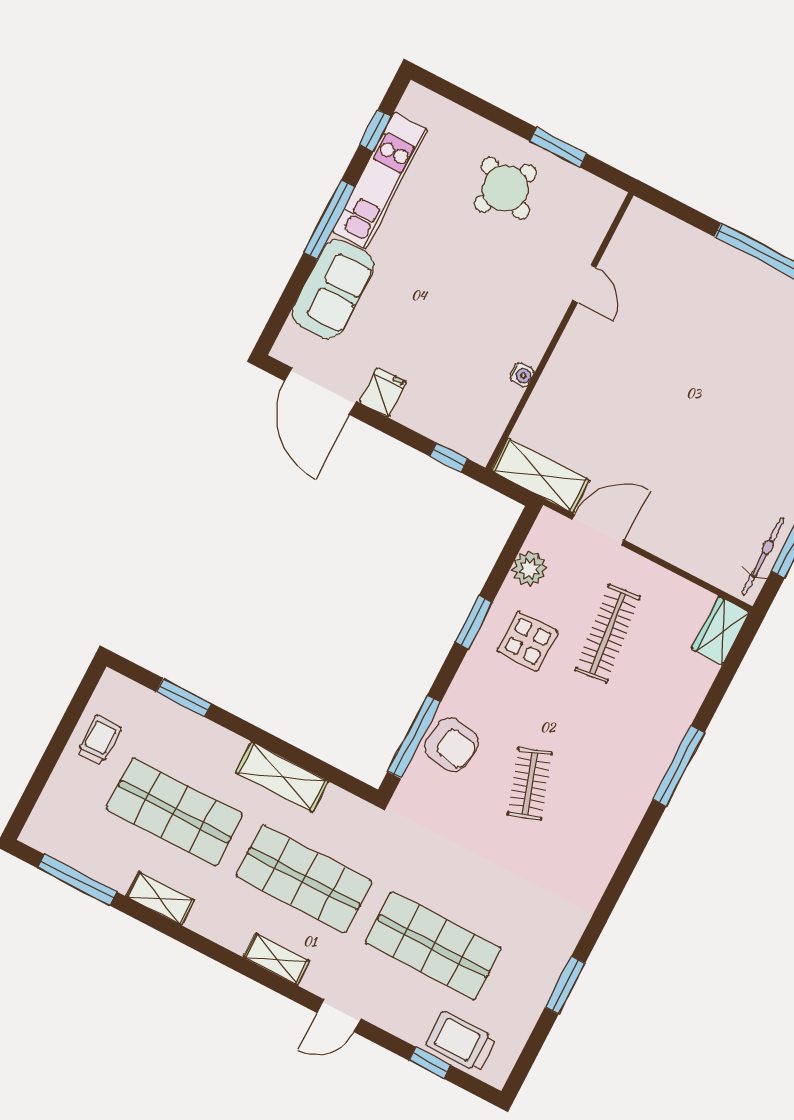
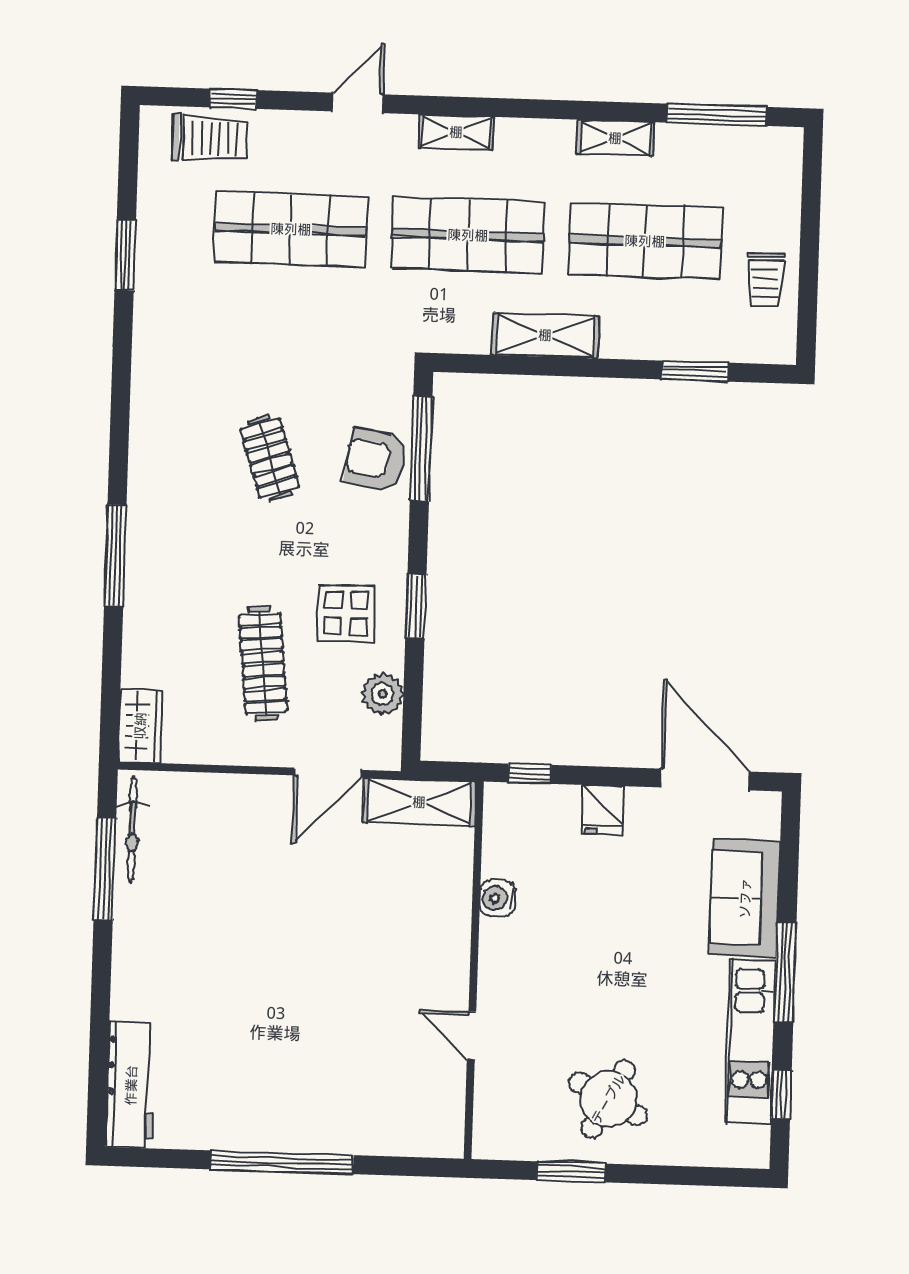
water cooler: (522, 375) -> (498, 898), width x1.38, depth x1.38
fridge: (383, 392) -> (602, 810), moved

